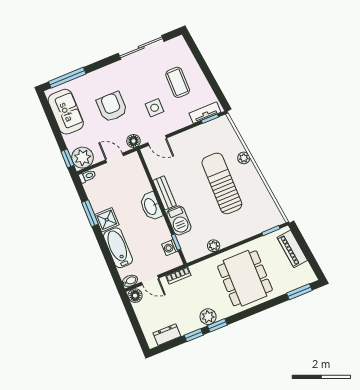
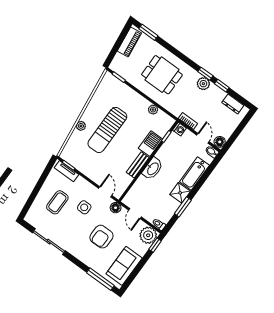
washing machine: (170, 248) -> (179, 129), moved
piano: (292, 249) -> (129, 42), moved
dining table: (245, 278) -> (162, 75), width x0.73

